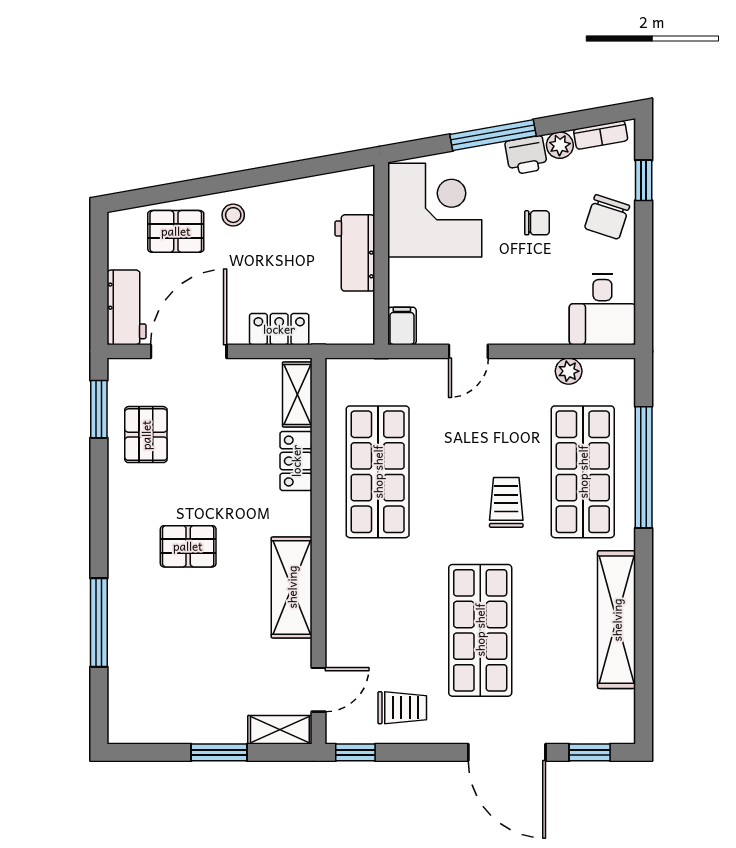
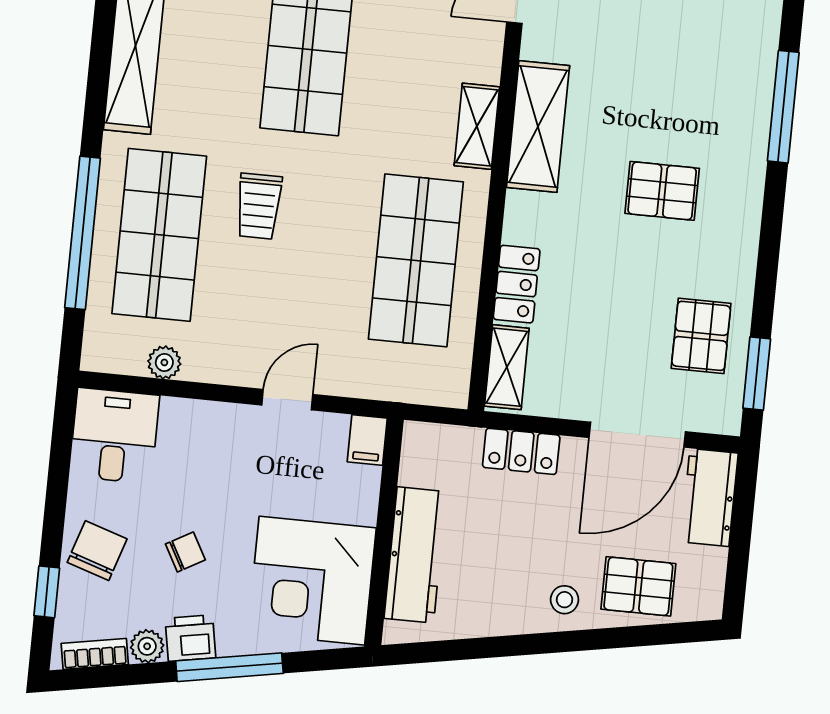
chair: (537, 223) -> (185, 552), turned 151
workbench: (355, 253) -> (415, 555), width x1.38
shelving: (340, 583) -> (477, 126), added

